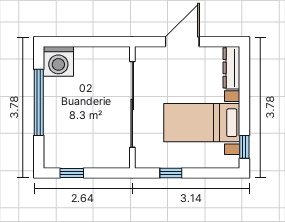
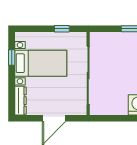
window: (244, 147) -> (12, 58), moved

